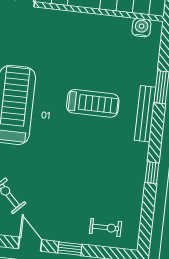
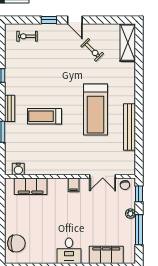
bench: (145, 114) -> (10, 108), width x0.73

